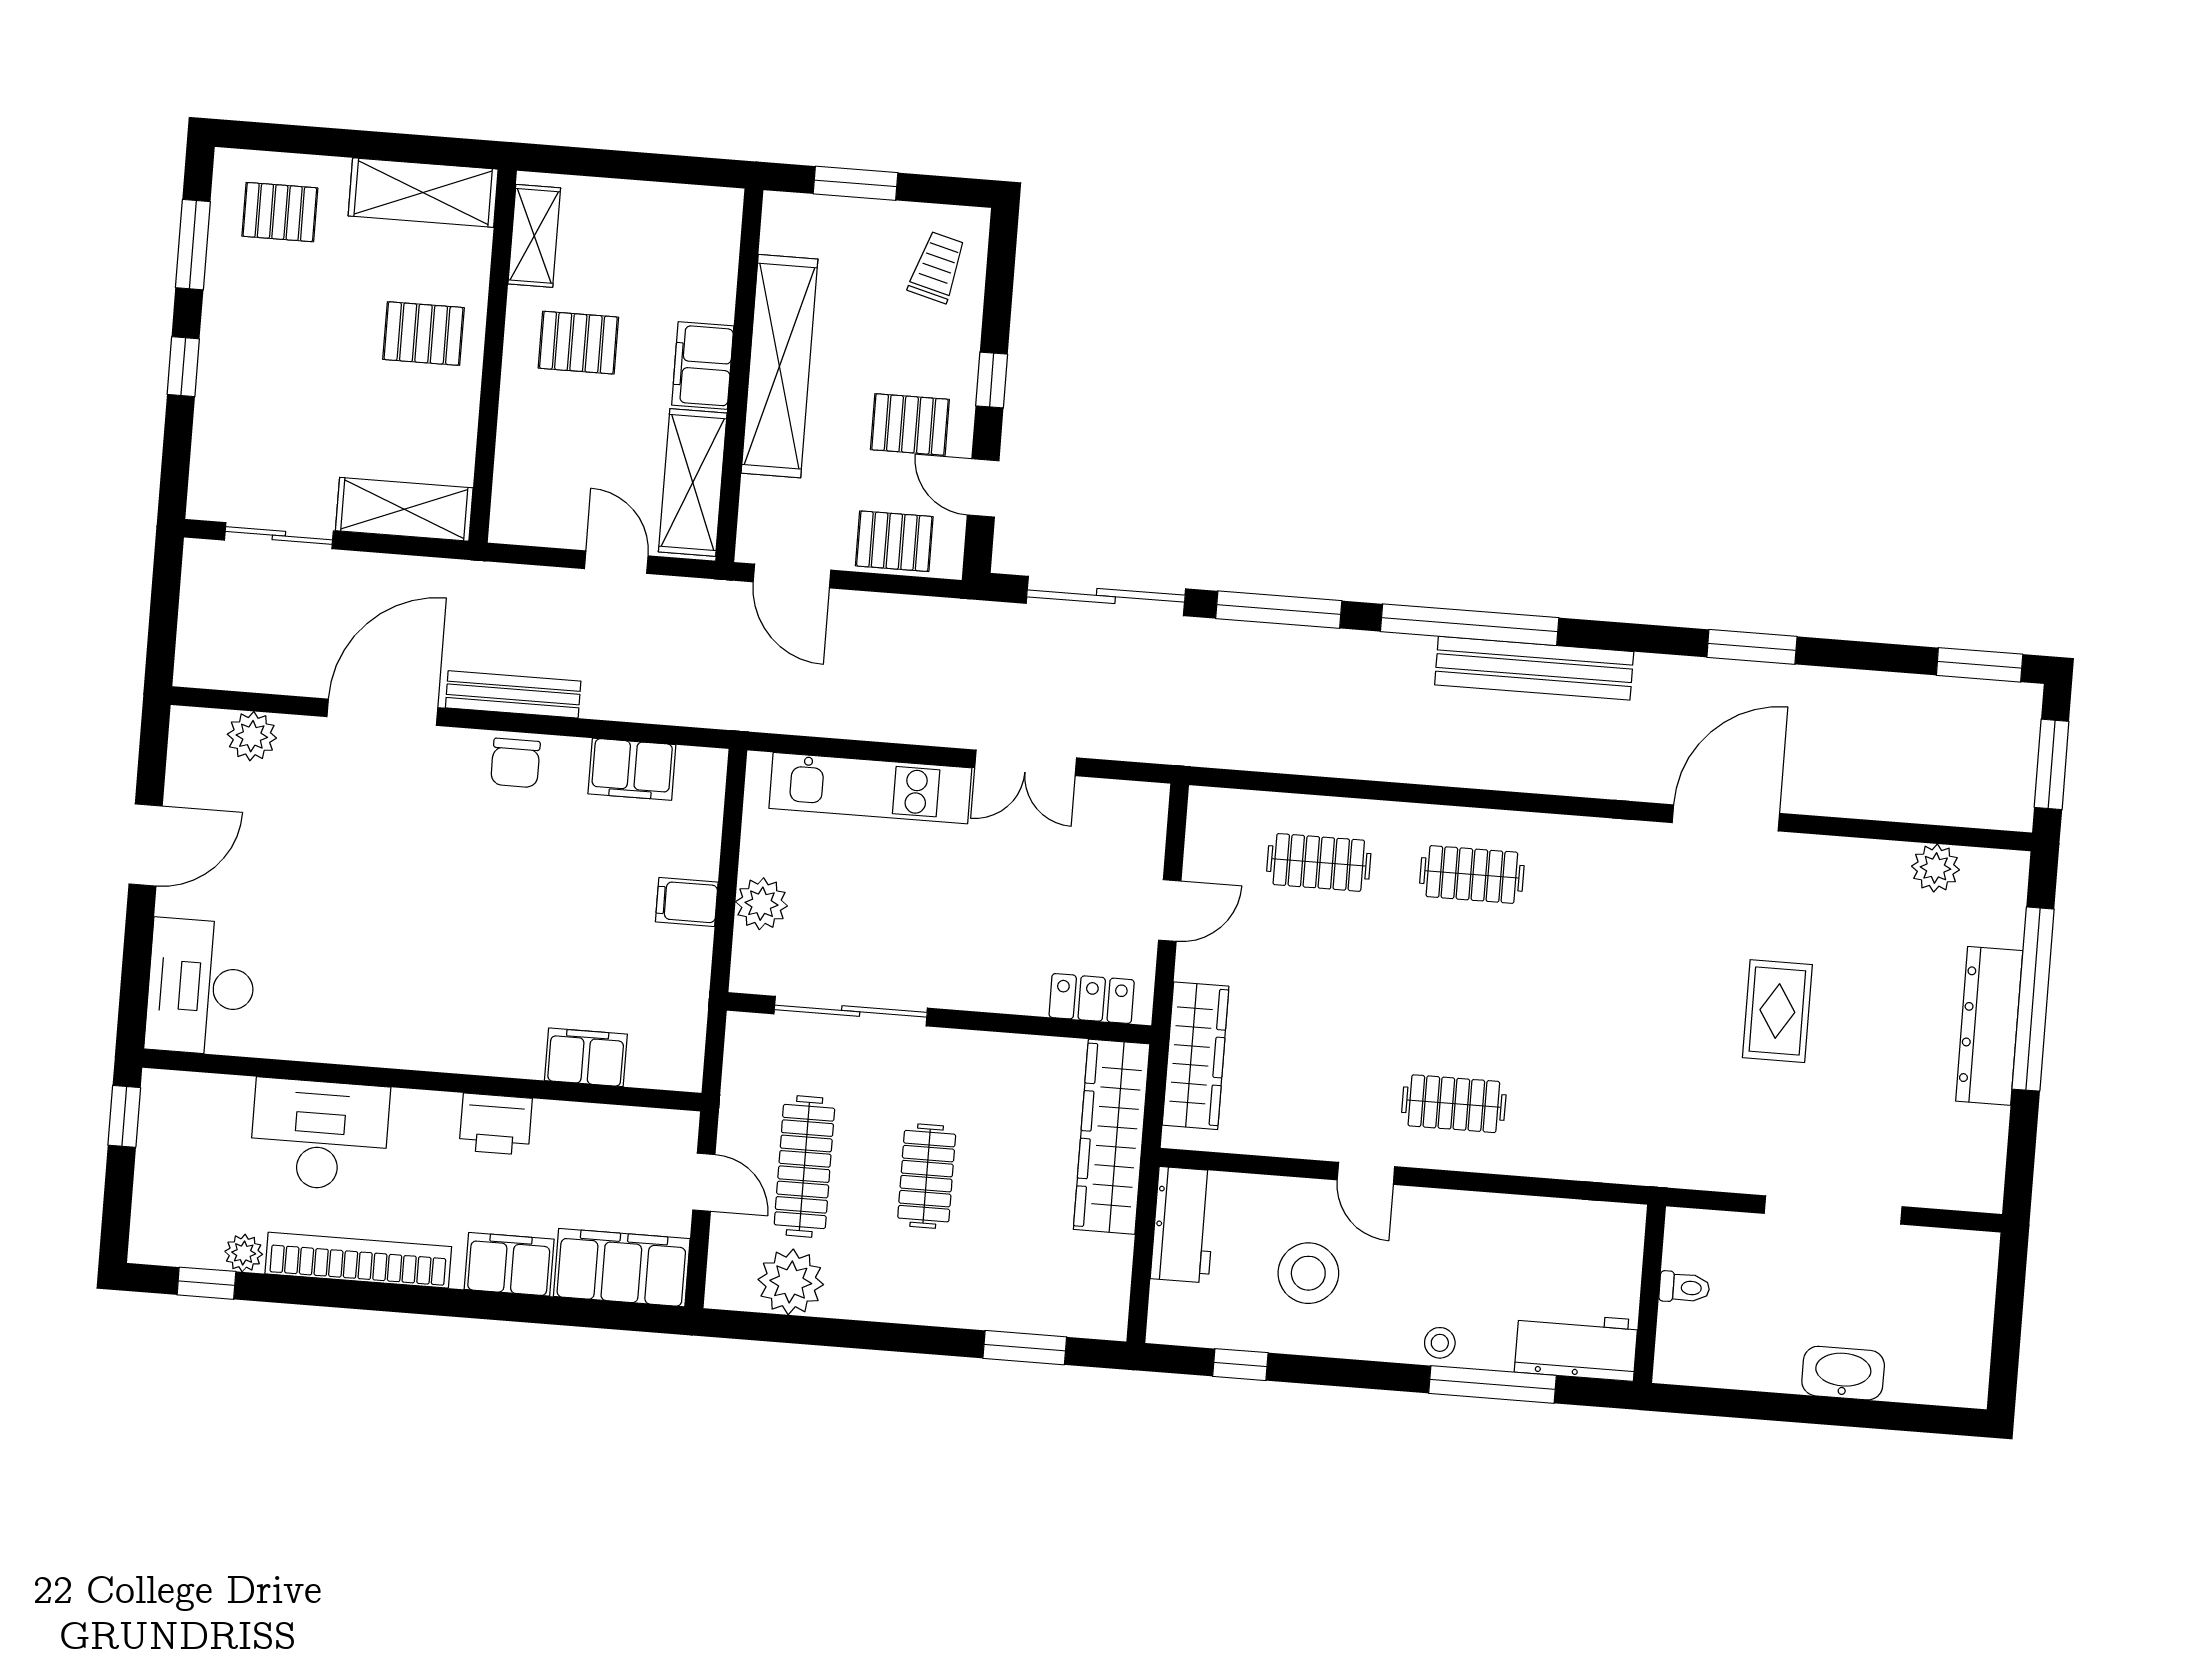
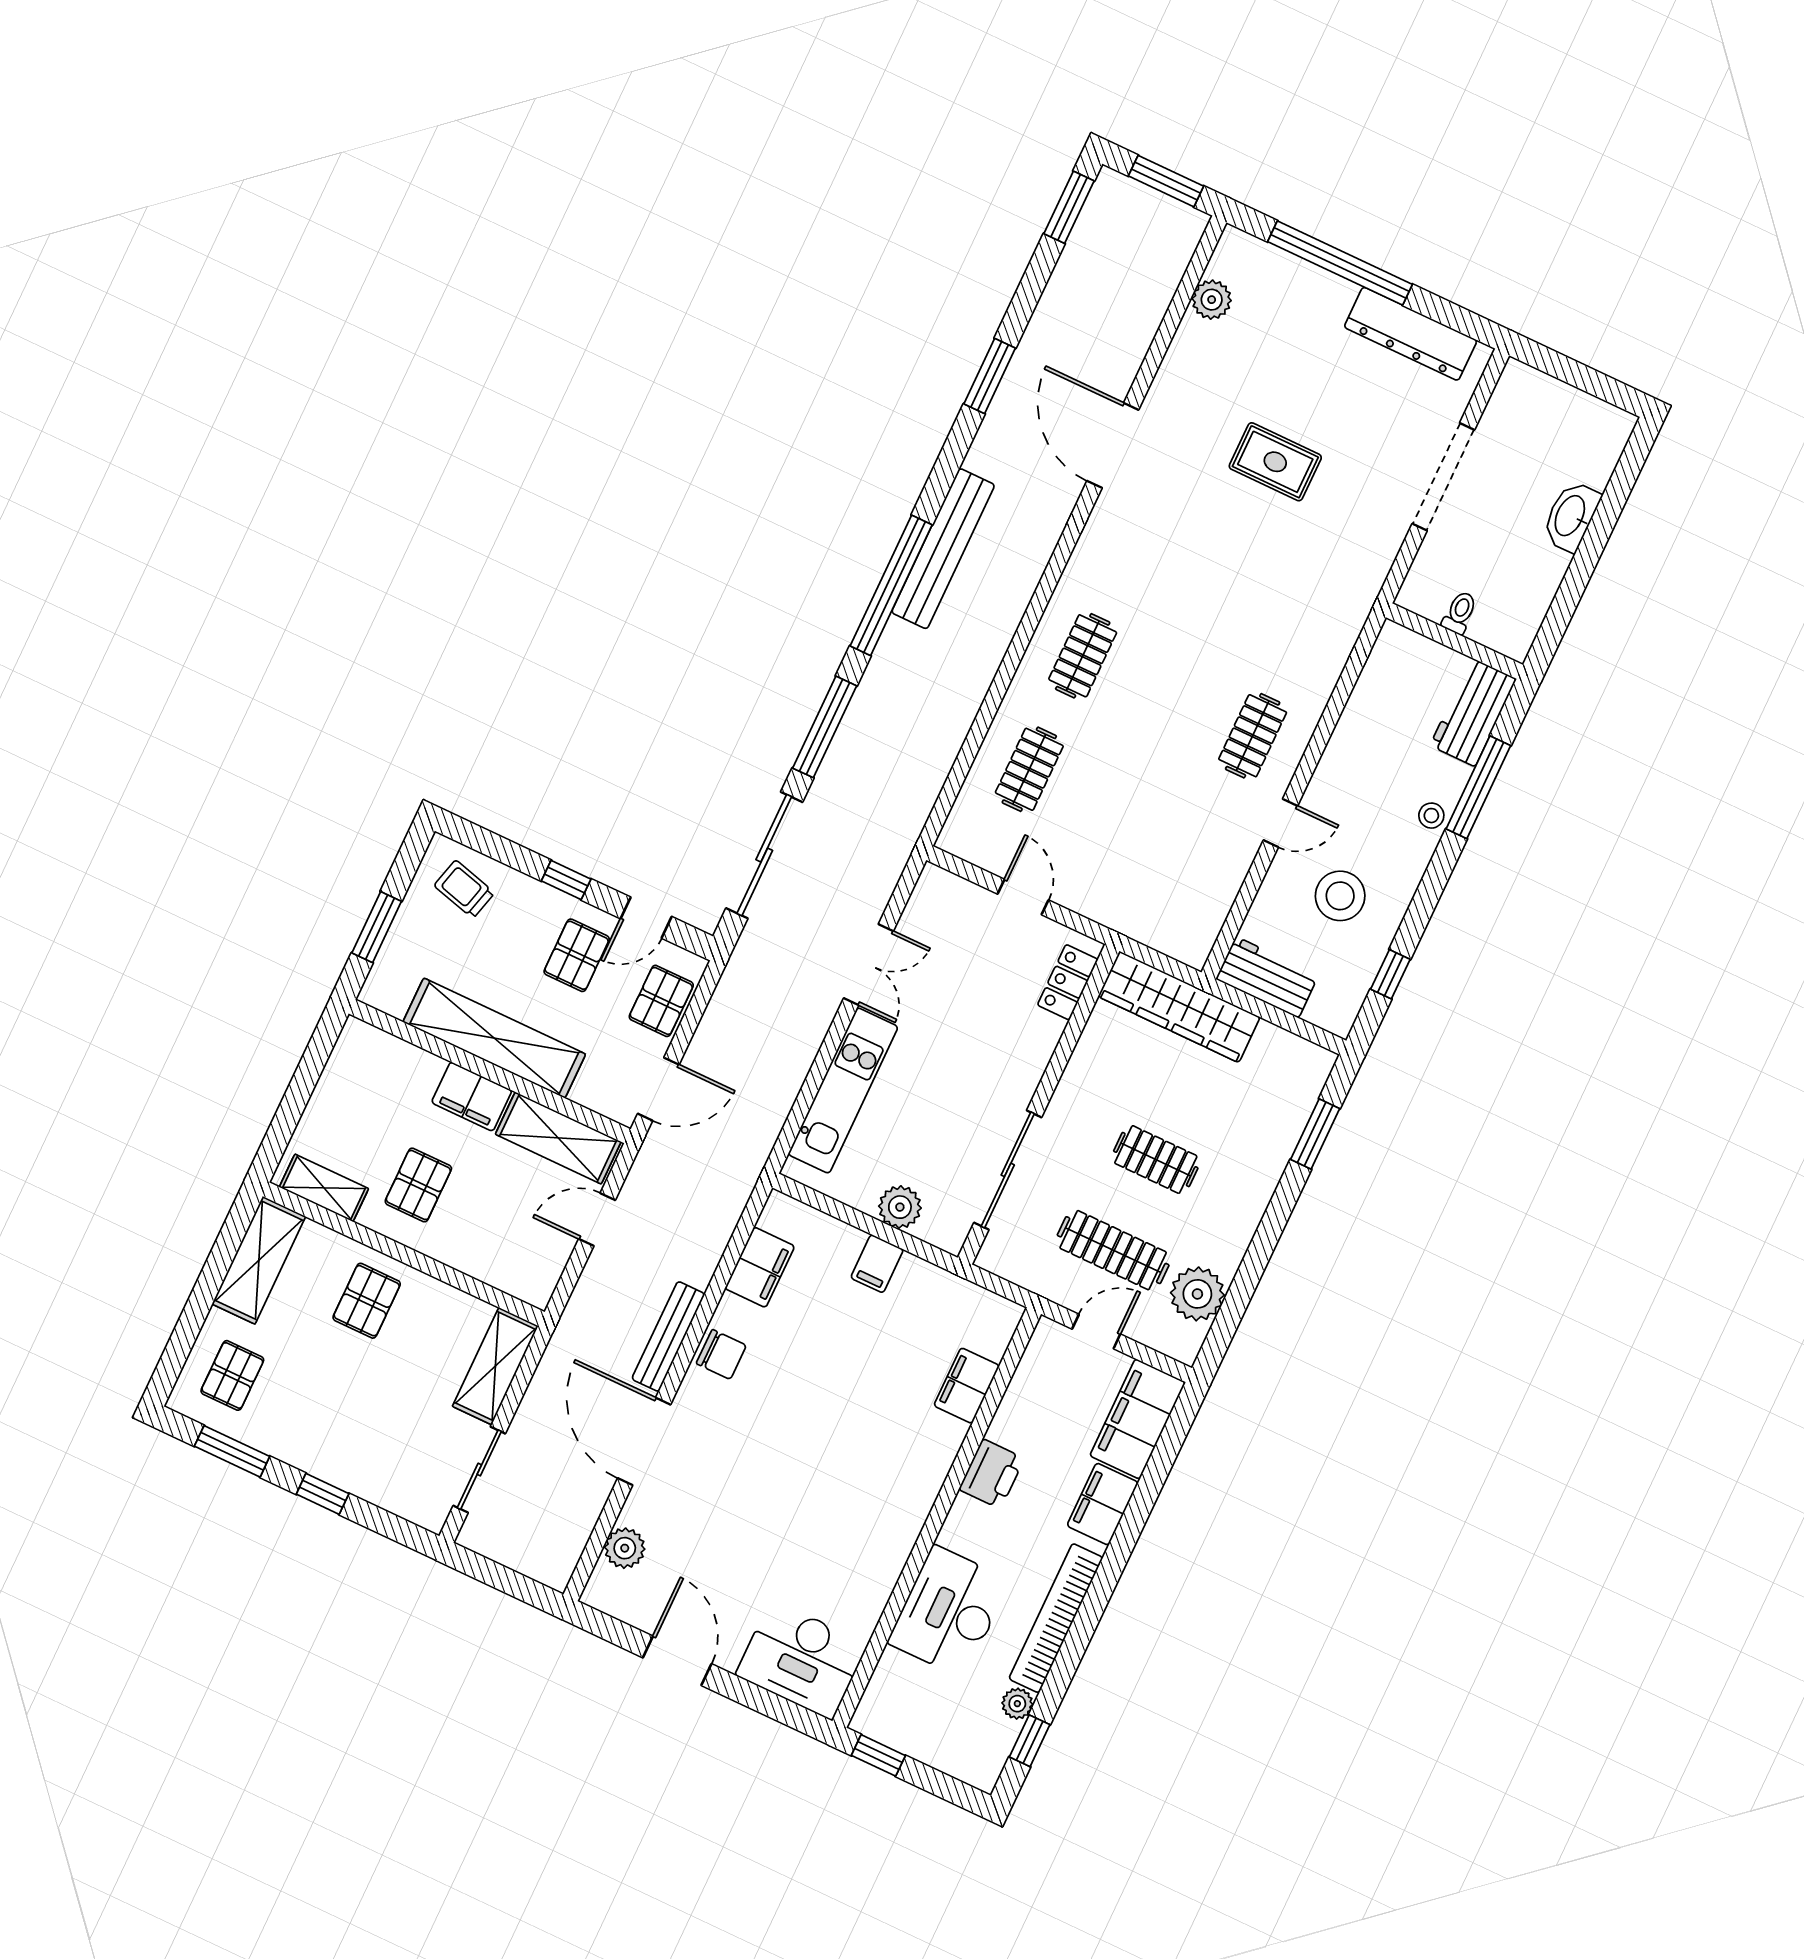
dresser: (1989, 1026) -> (1411, 334), moved
wardrobe: (1196, 1056) -> (1141, 919), removed

